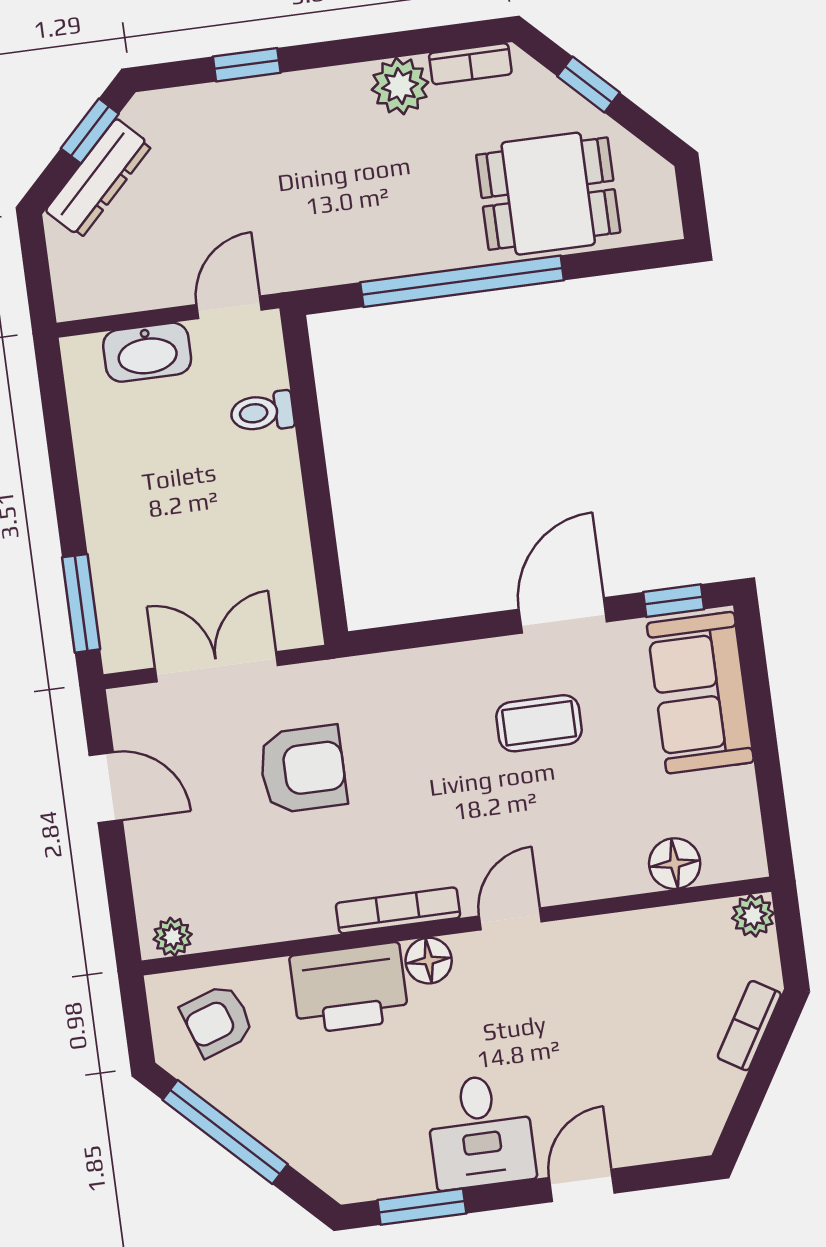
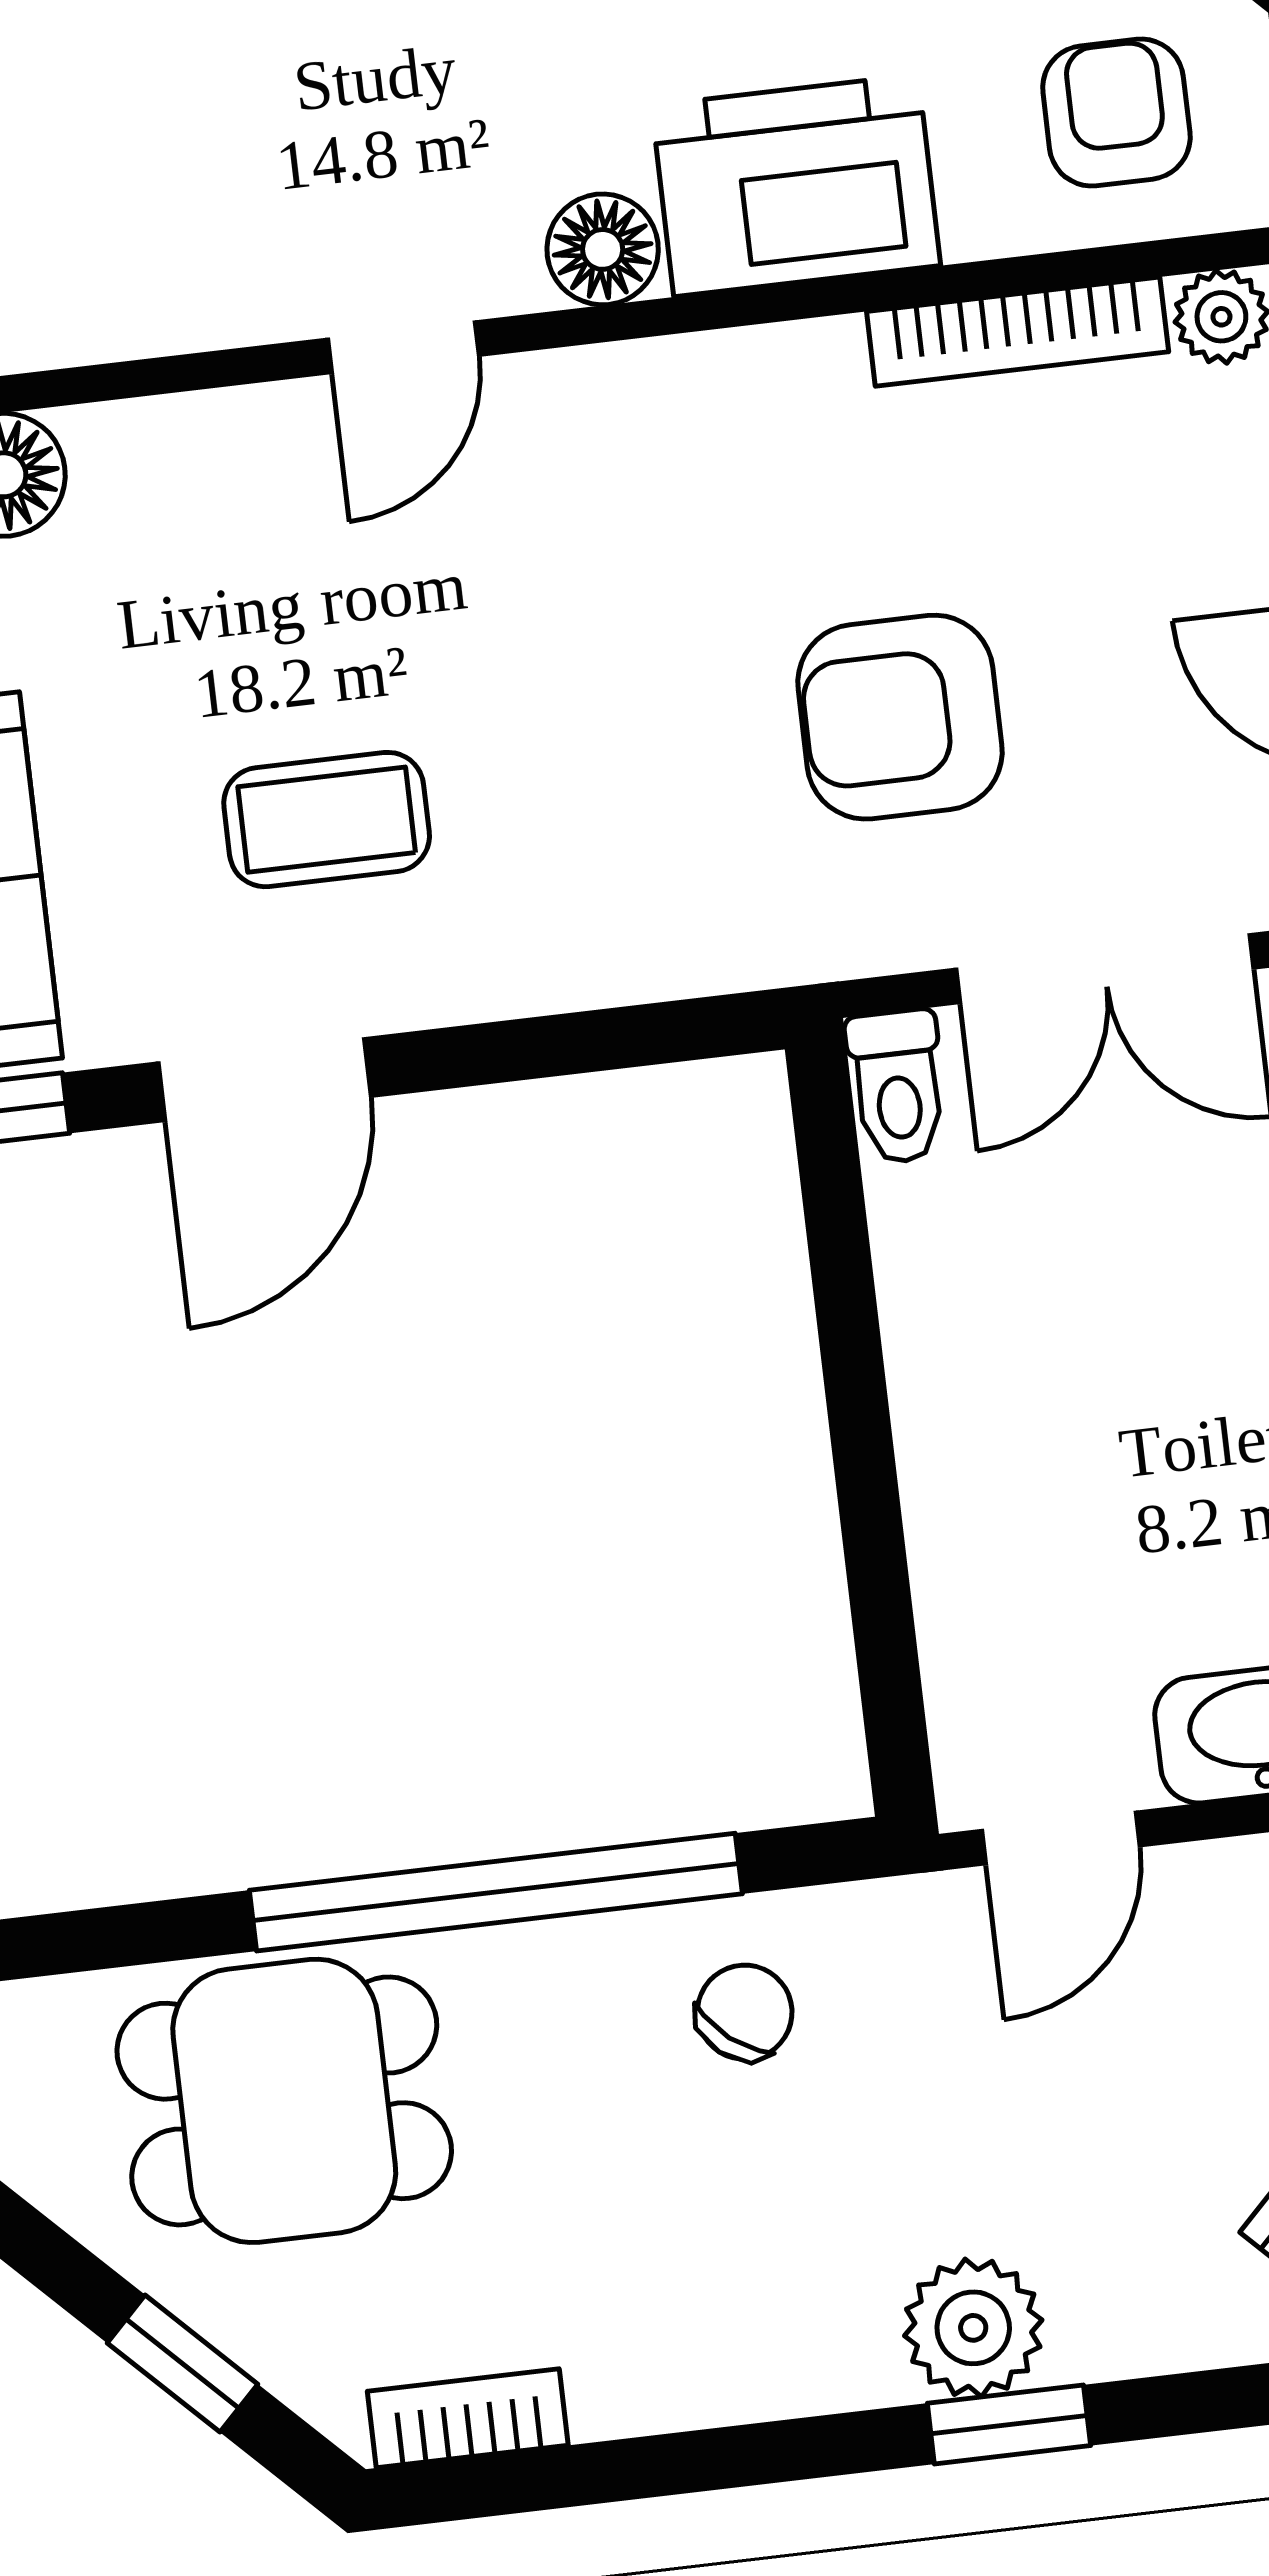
plant: (400, 86) -> (973, 2328), moved
chair: (359, 233) -> (745, 2012), added
toilet: (262, 412) -> (897, 1087), moved, turned 90
bookcase: (398, 910) -> (1018, 332), moved
armchair: (217, 1020) -> (1116, 113), turned -71

